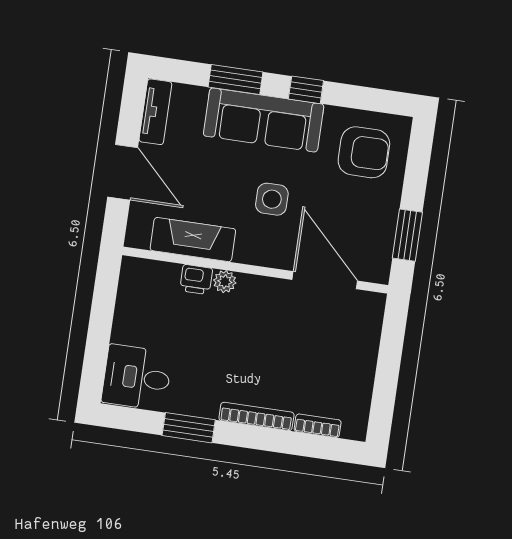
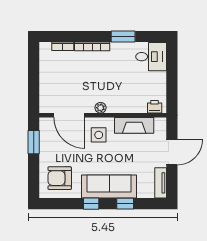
window: (236, 79) -> (125, 204), width x0.67
door: (123, 172) -> (172, 152), swing flipped
side table: (272, 199) -> (99, 135), moved
printer: (196, 279) -> (155, 107), moved
plant: (225, 282) -> (101, 108), moved

